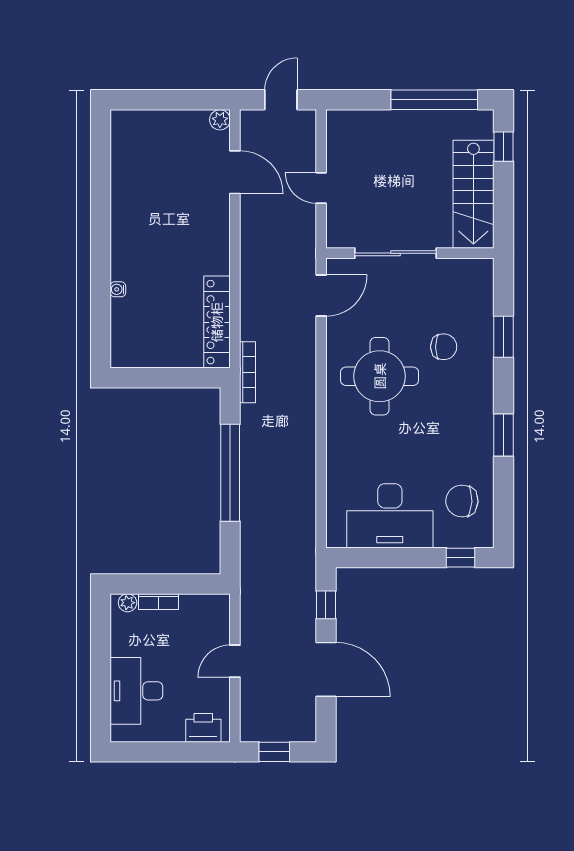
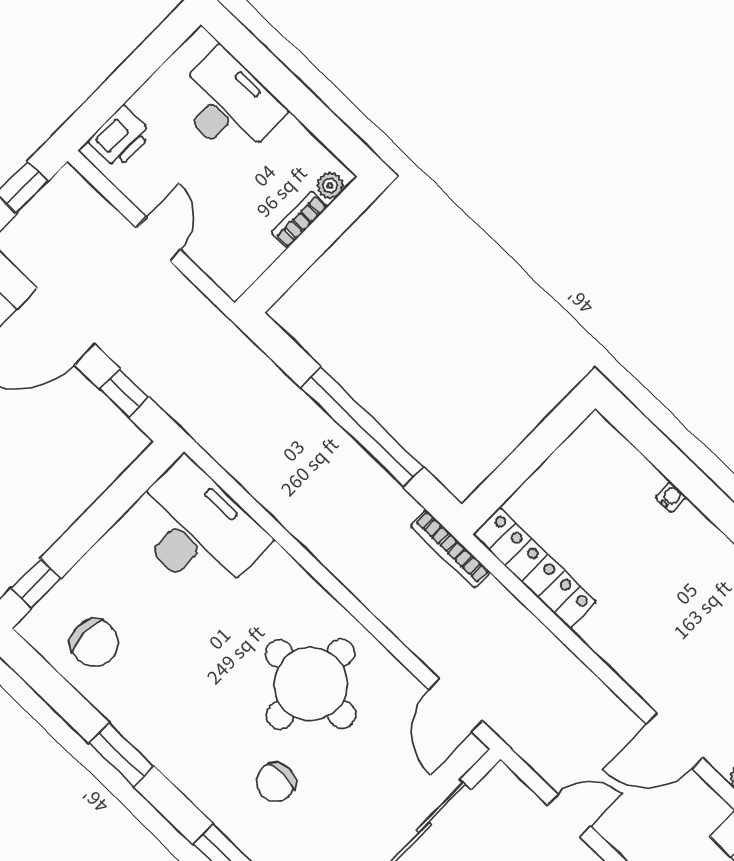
chair: (462, 501) -> (94, 643), turned 87
desk: (390, 516) -> (196, 529), moved, turned 90

